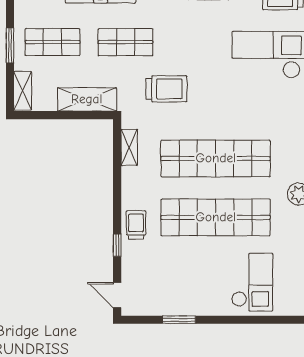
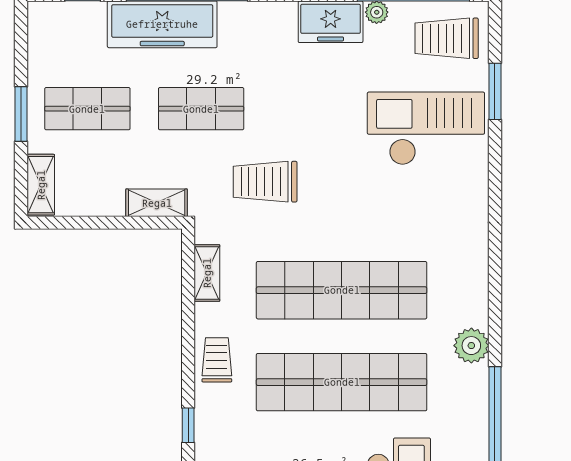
trolley: (166, 89) -> (265, 182), turned 180
shelving: (87, 99) -> (157, 203), width x0.67, depth x0.75
trolley: (136, 225) -> (217, 360), moved

